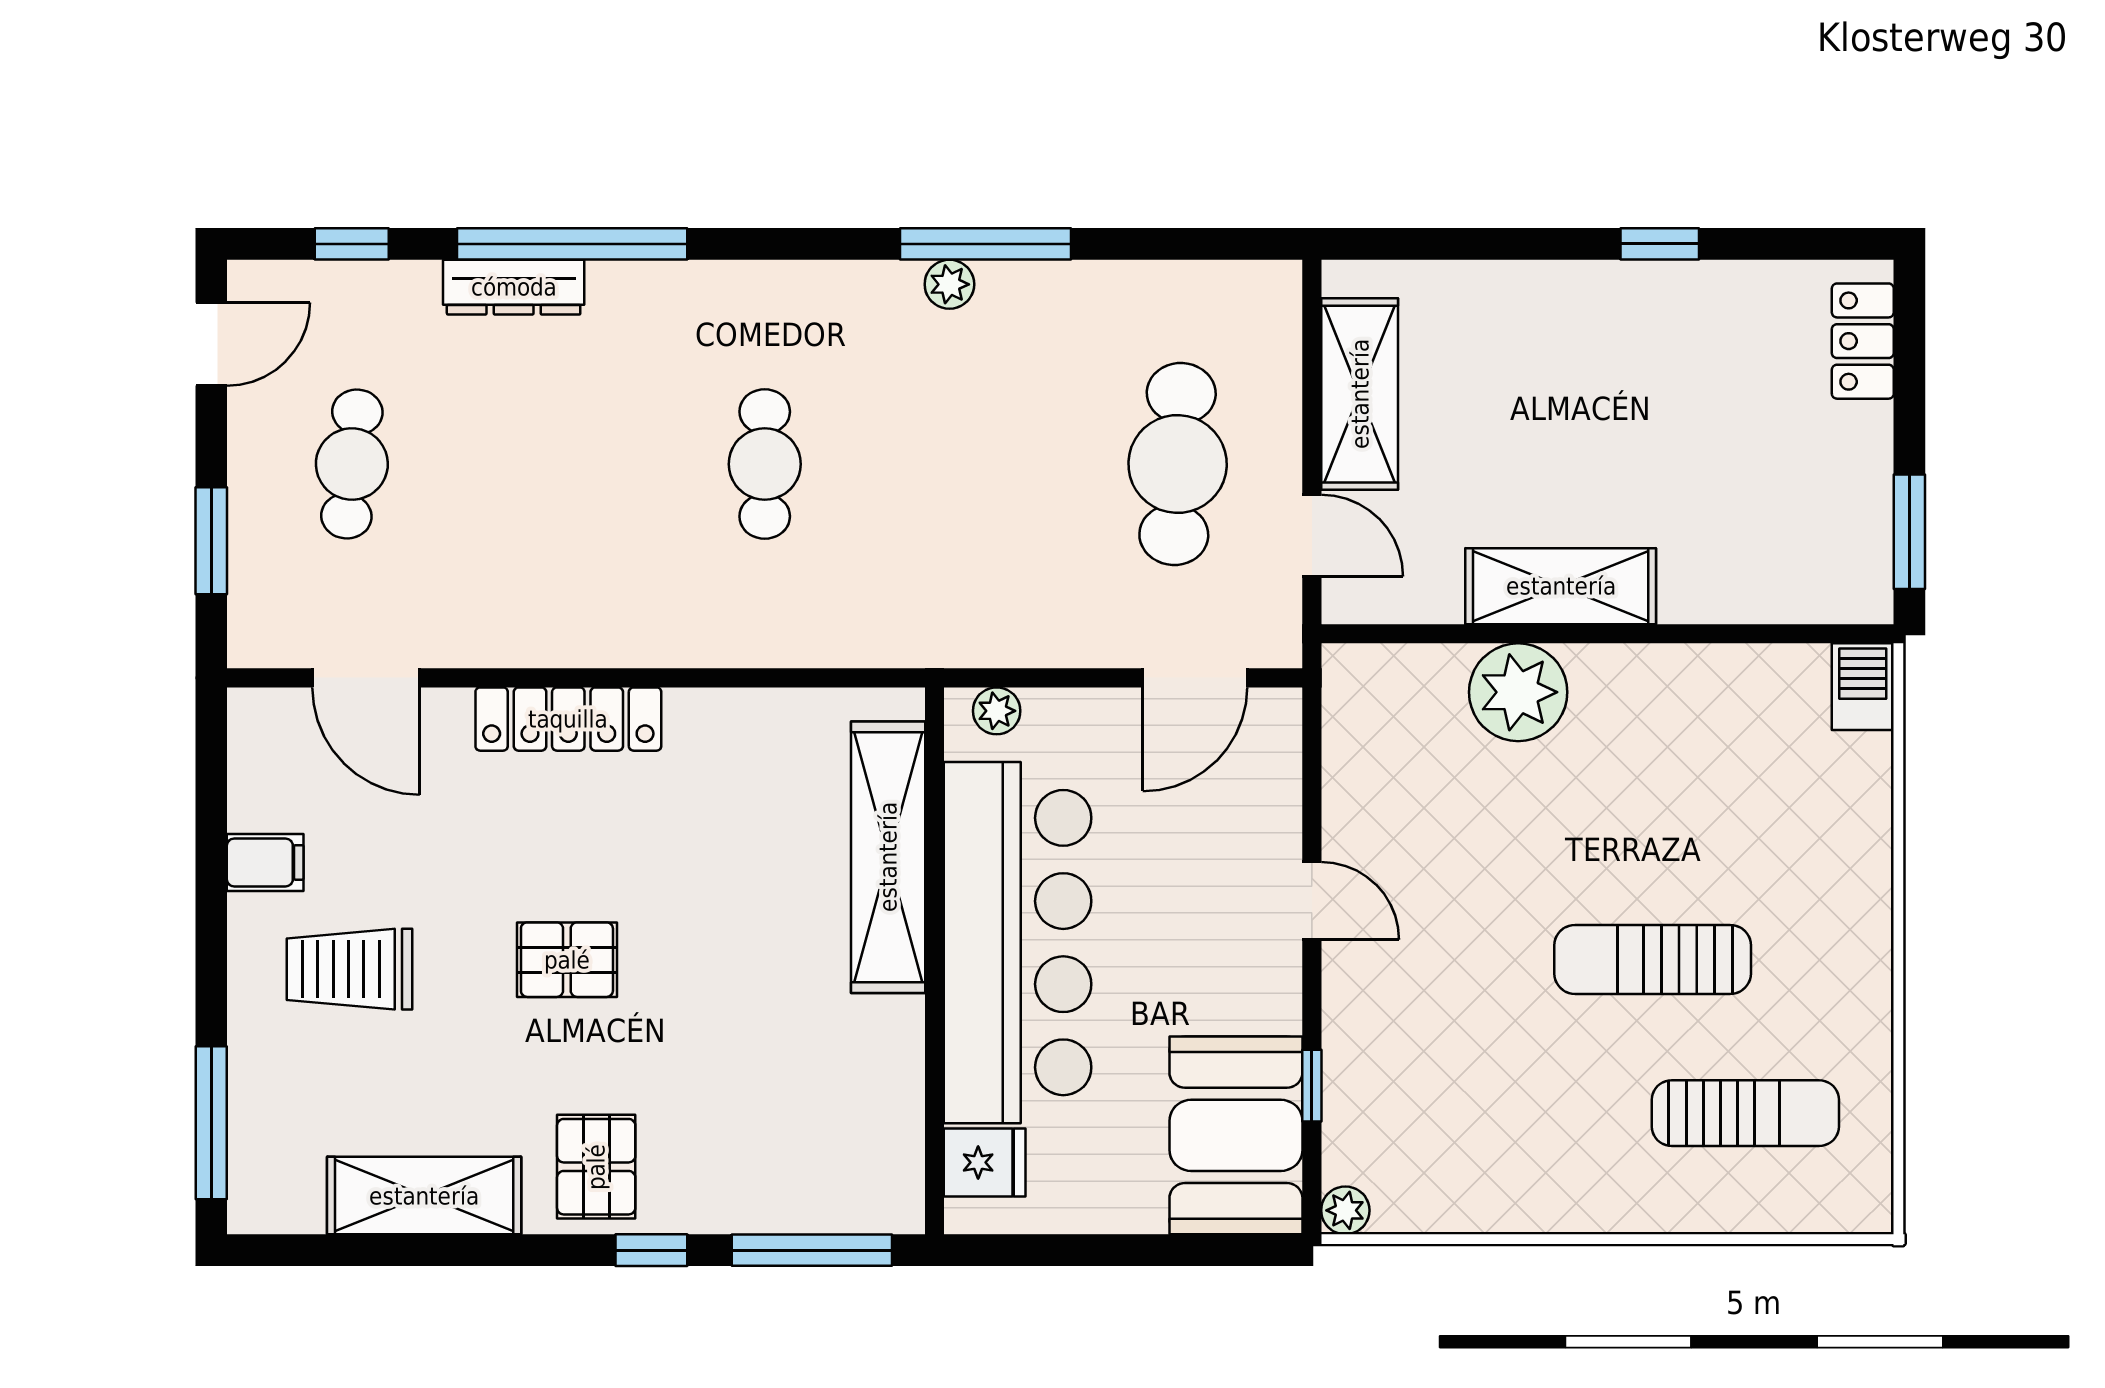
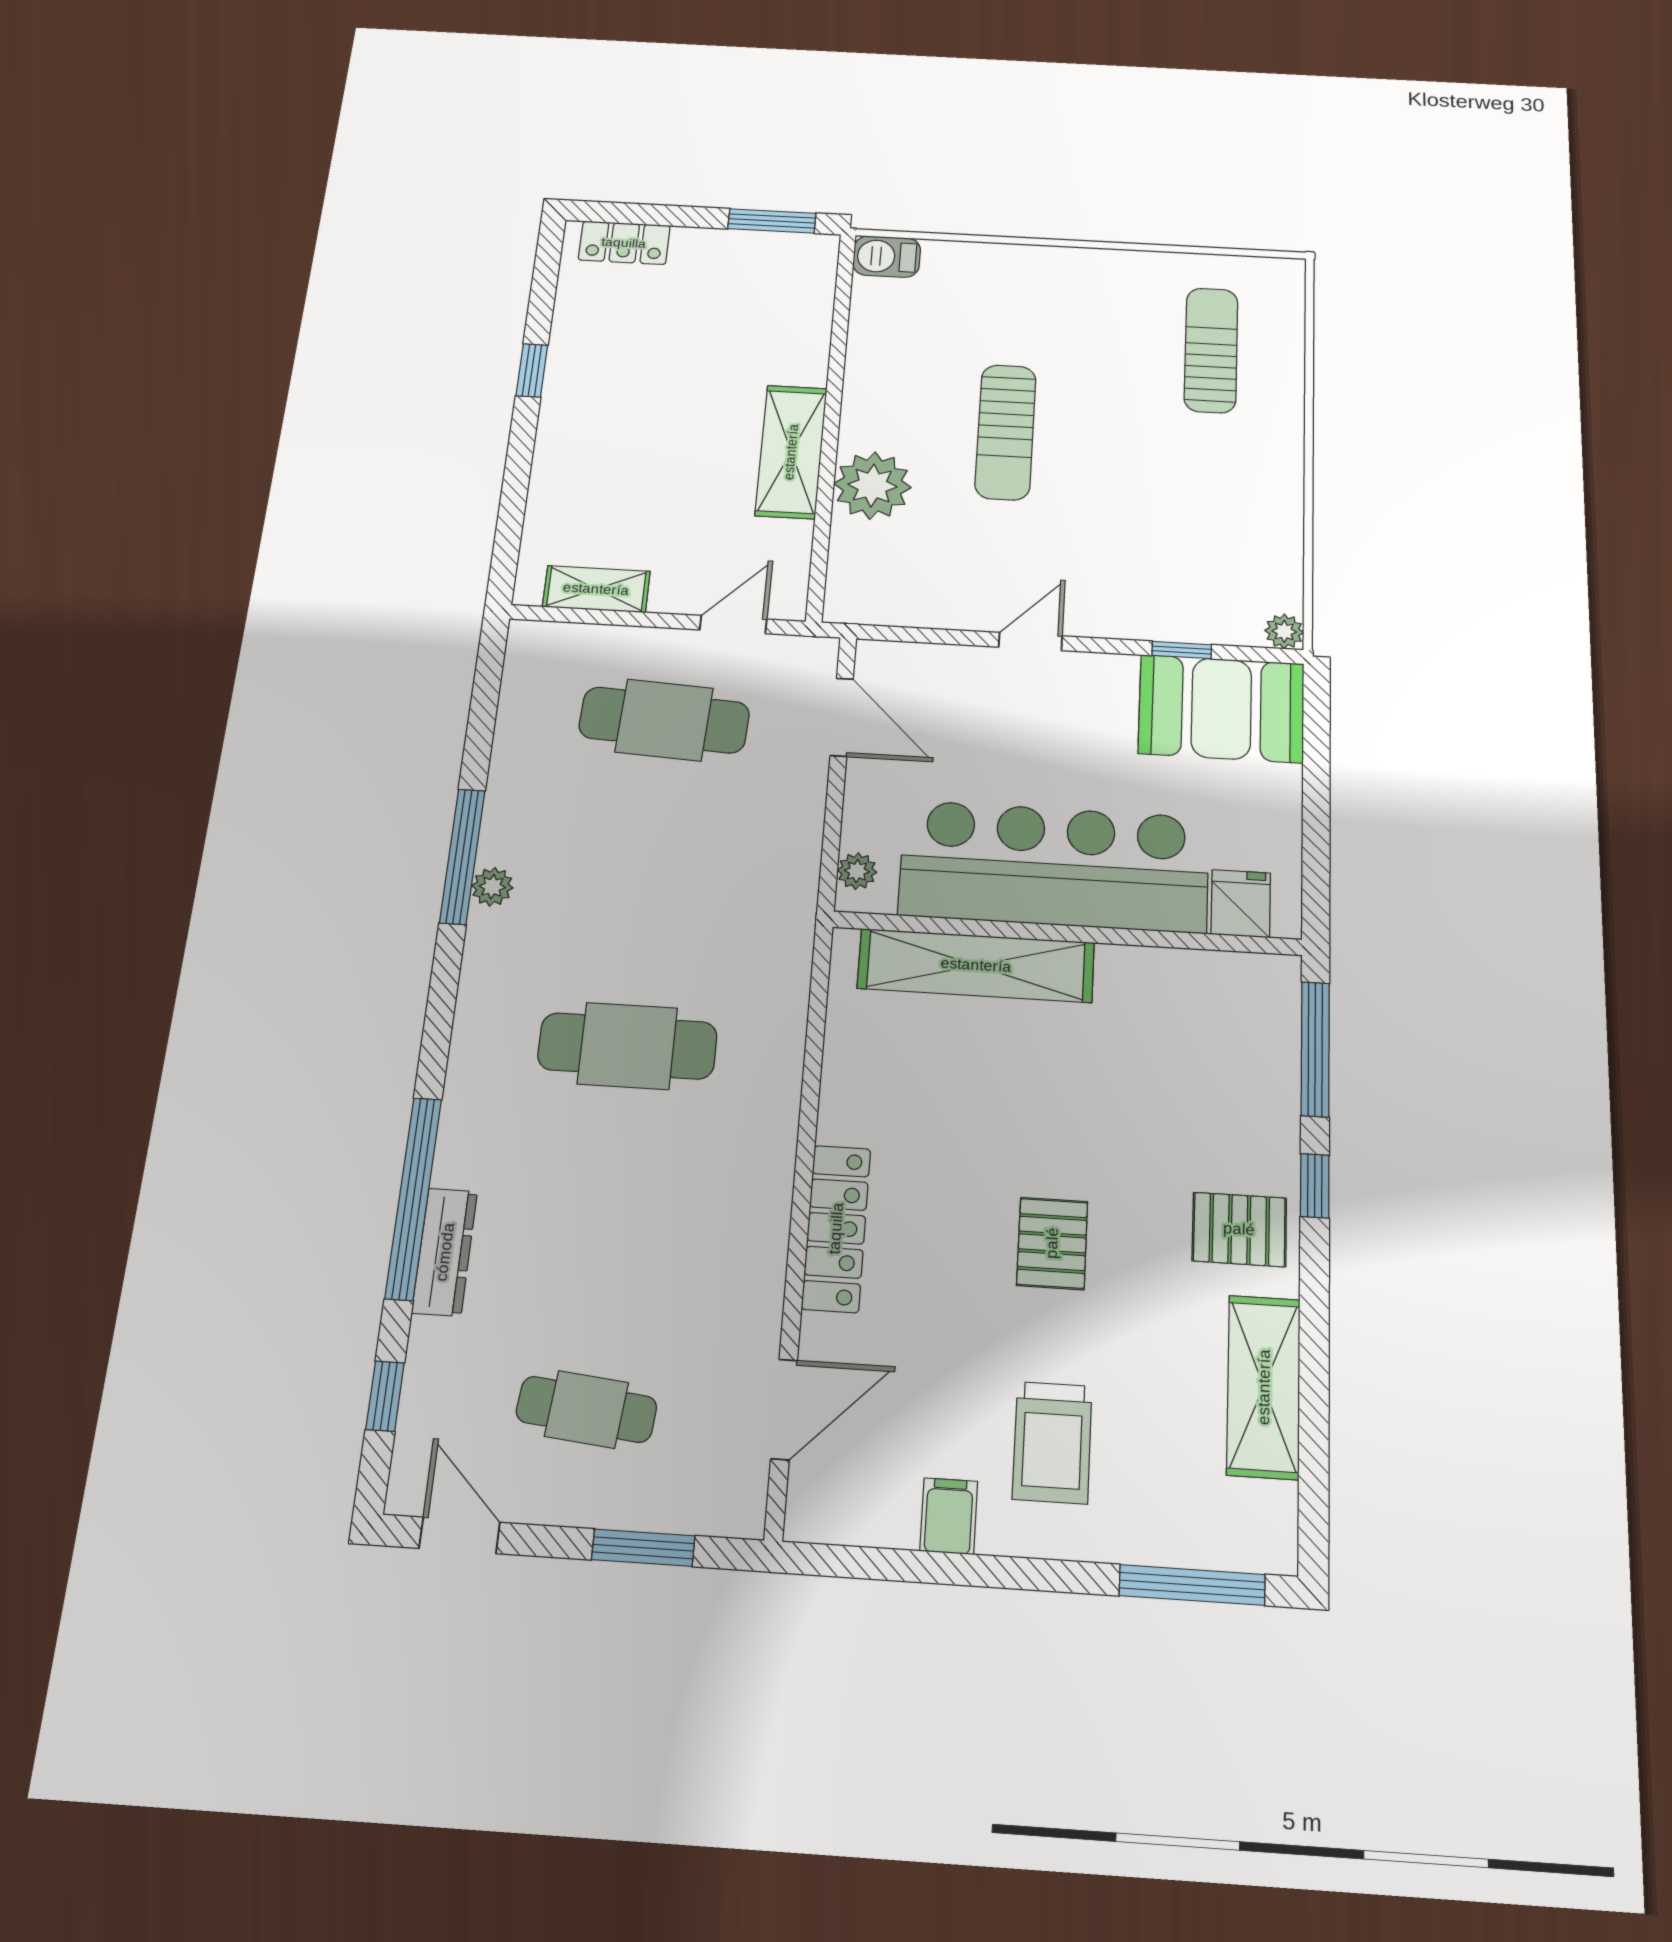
shelving: (1360, 394) -> (596, 589), width x0.67, depth x0.75
cafe table: (765, 464) -> (627, 1046), width x1.37, depth x1.35
sun lounger: (1653, 959) -> (1006, 432), moved

